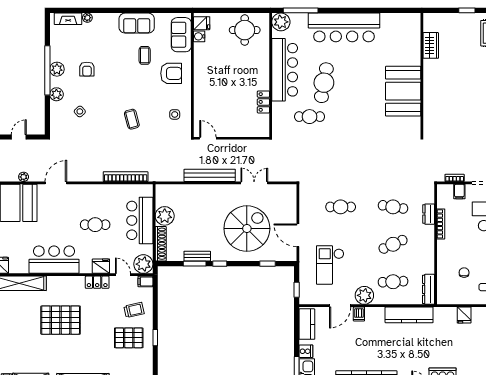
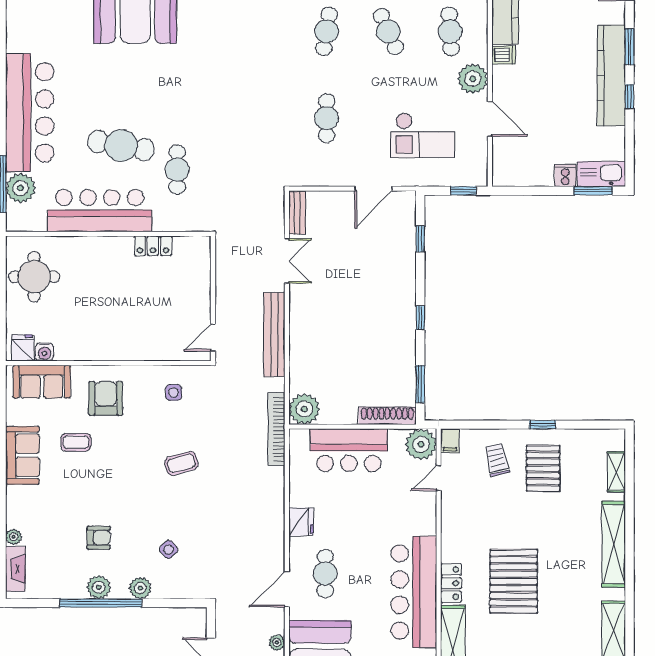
plant: (281, 22) -> (21, 188), moved
bookcase: (126, 177) -> (276, 429), moved
door: (56, 183) -> (287, 589), hinge flipped
double door: (254, 183) -> (287, 261), swing flipped
plant: (165, 216) -> (304, 409), moved
cafe table: (95, 225) -> (325, 574), moved
spiral stairs: (247, 229) -> (362, 273), removed
bench: (197, 256) -> (297, 212), moved
bar counter: (54, 260) -> (414, 592), width x1.36
window: (195, 264) -> (420, 384), moved
fridge: (101, 266) -> (301, 522), moved, turned 180
locker: (97, 282) -> (451, 583), moved
dishwasher: (359, 314) -> (504, 55), moved
kitchen counter: (307, 324) -> (520, 174), removed

